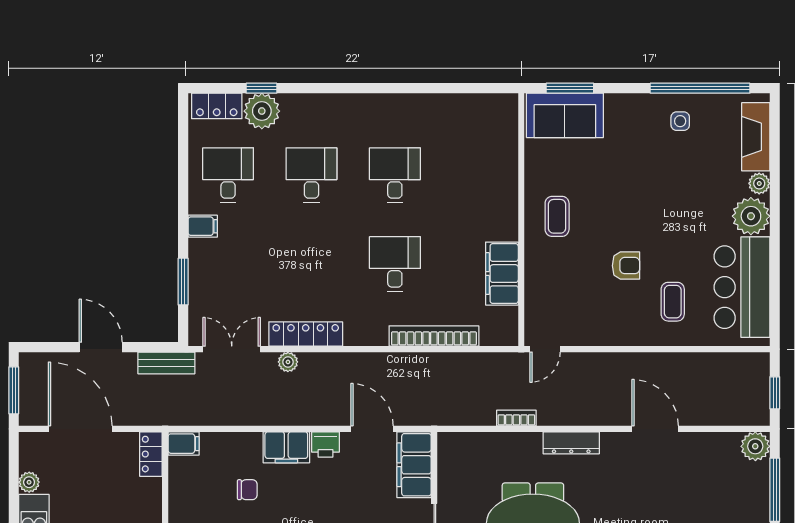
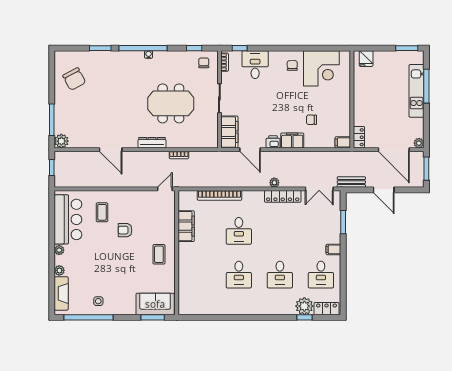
plant: (751, 216) -> (59, 250), width x0.53, depth x0.53
plant: (288, 362) -> (274, 183), moved
plant: (29, 482) -> (419, 143), moved

